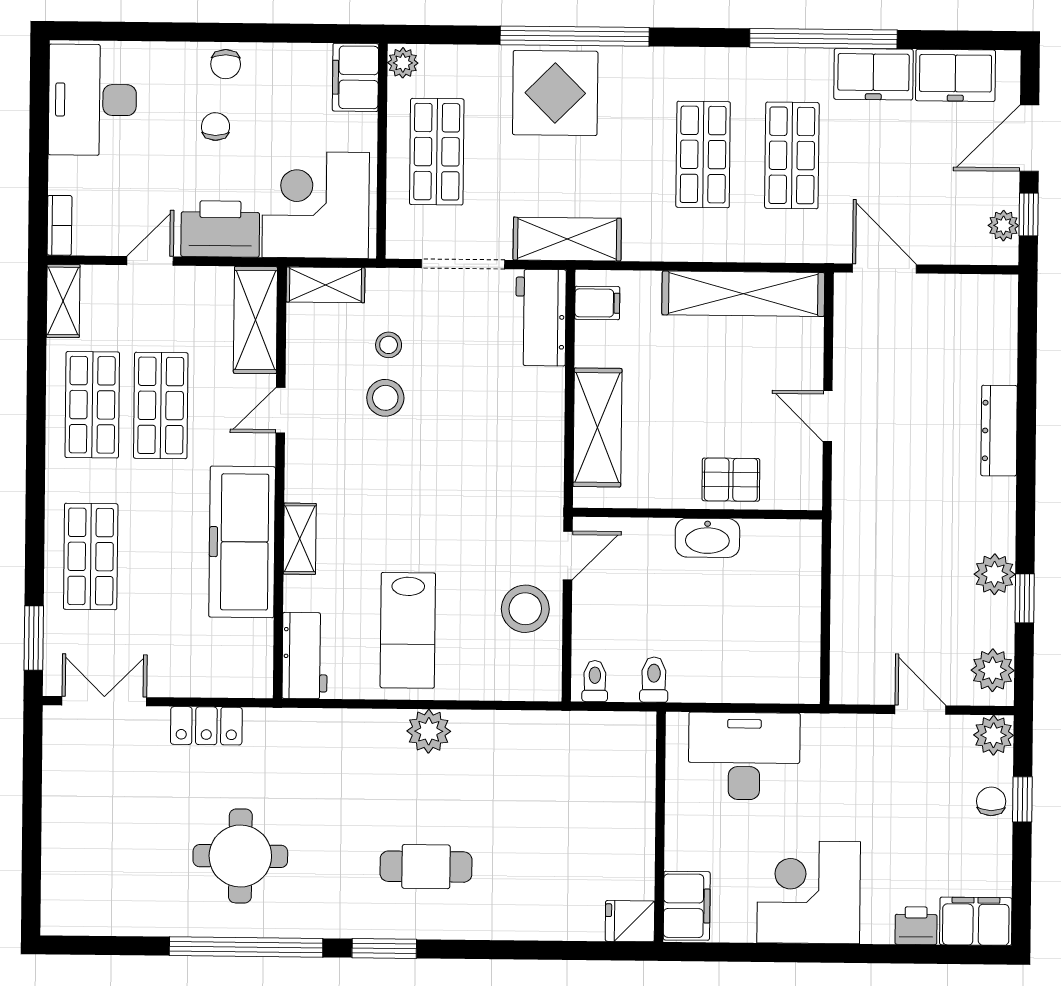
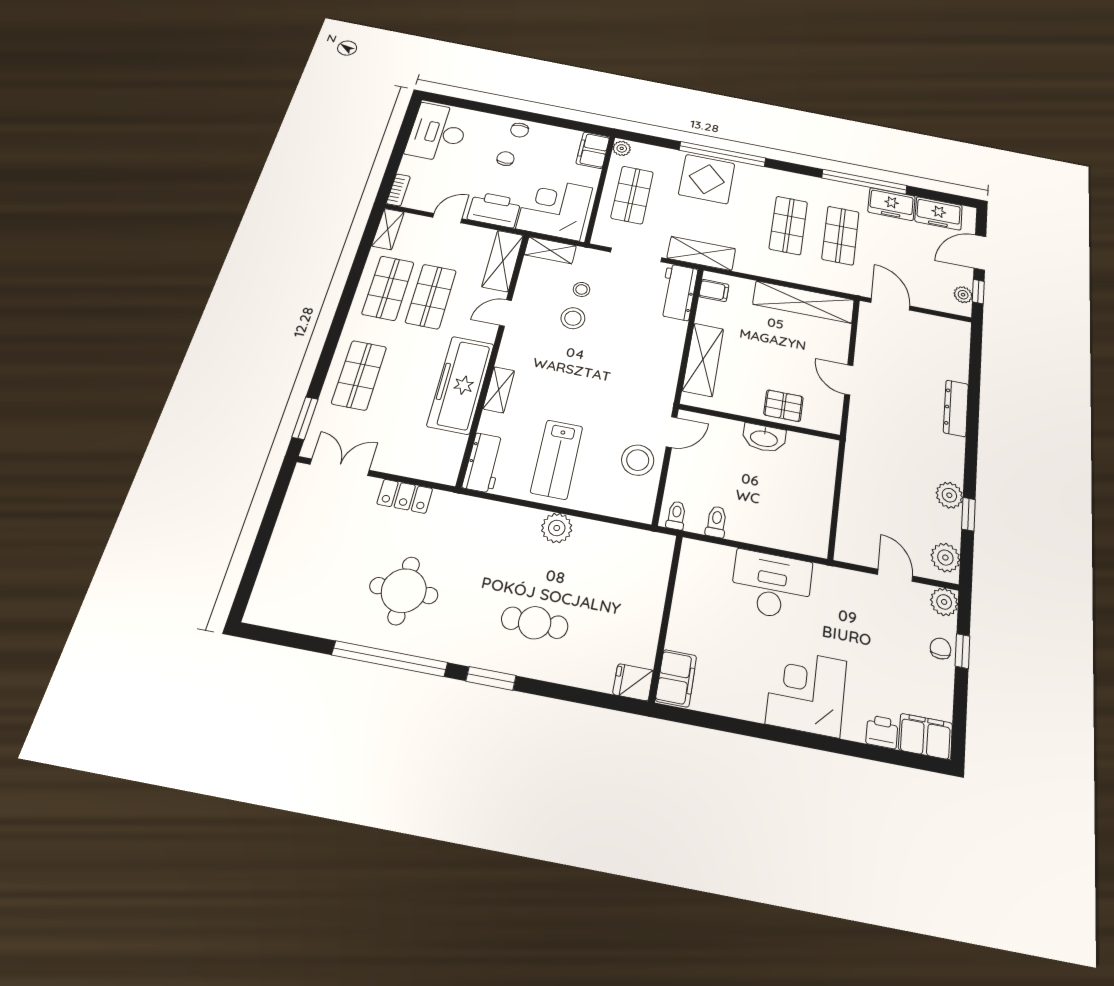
wall: (660, 827) -> (666, 616), moved
filing cabinet: (687, 906) -> (676, 678), moved
fridge: (630, 921) -> (633, 682), moved

